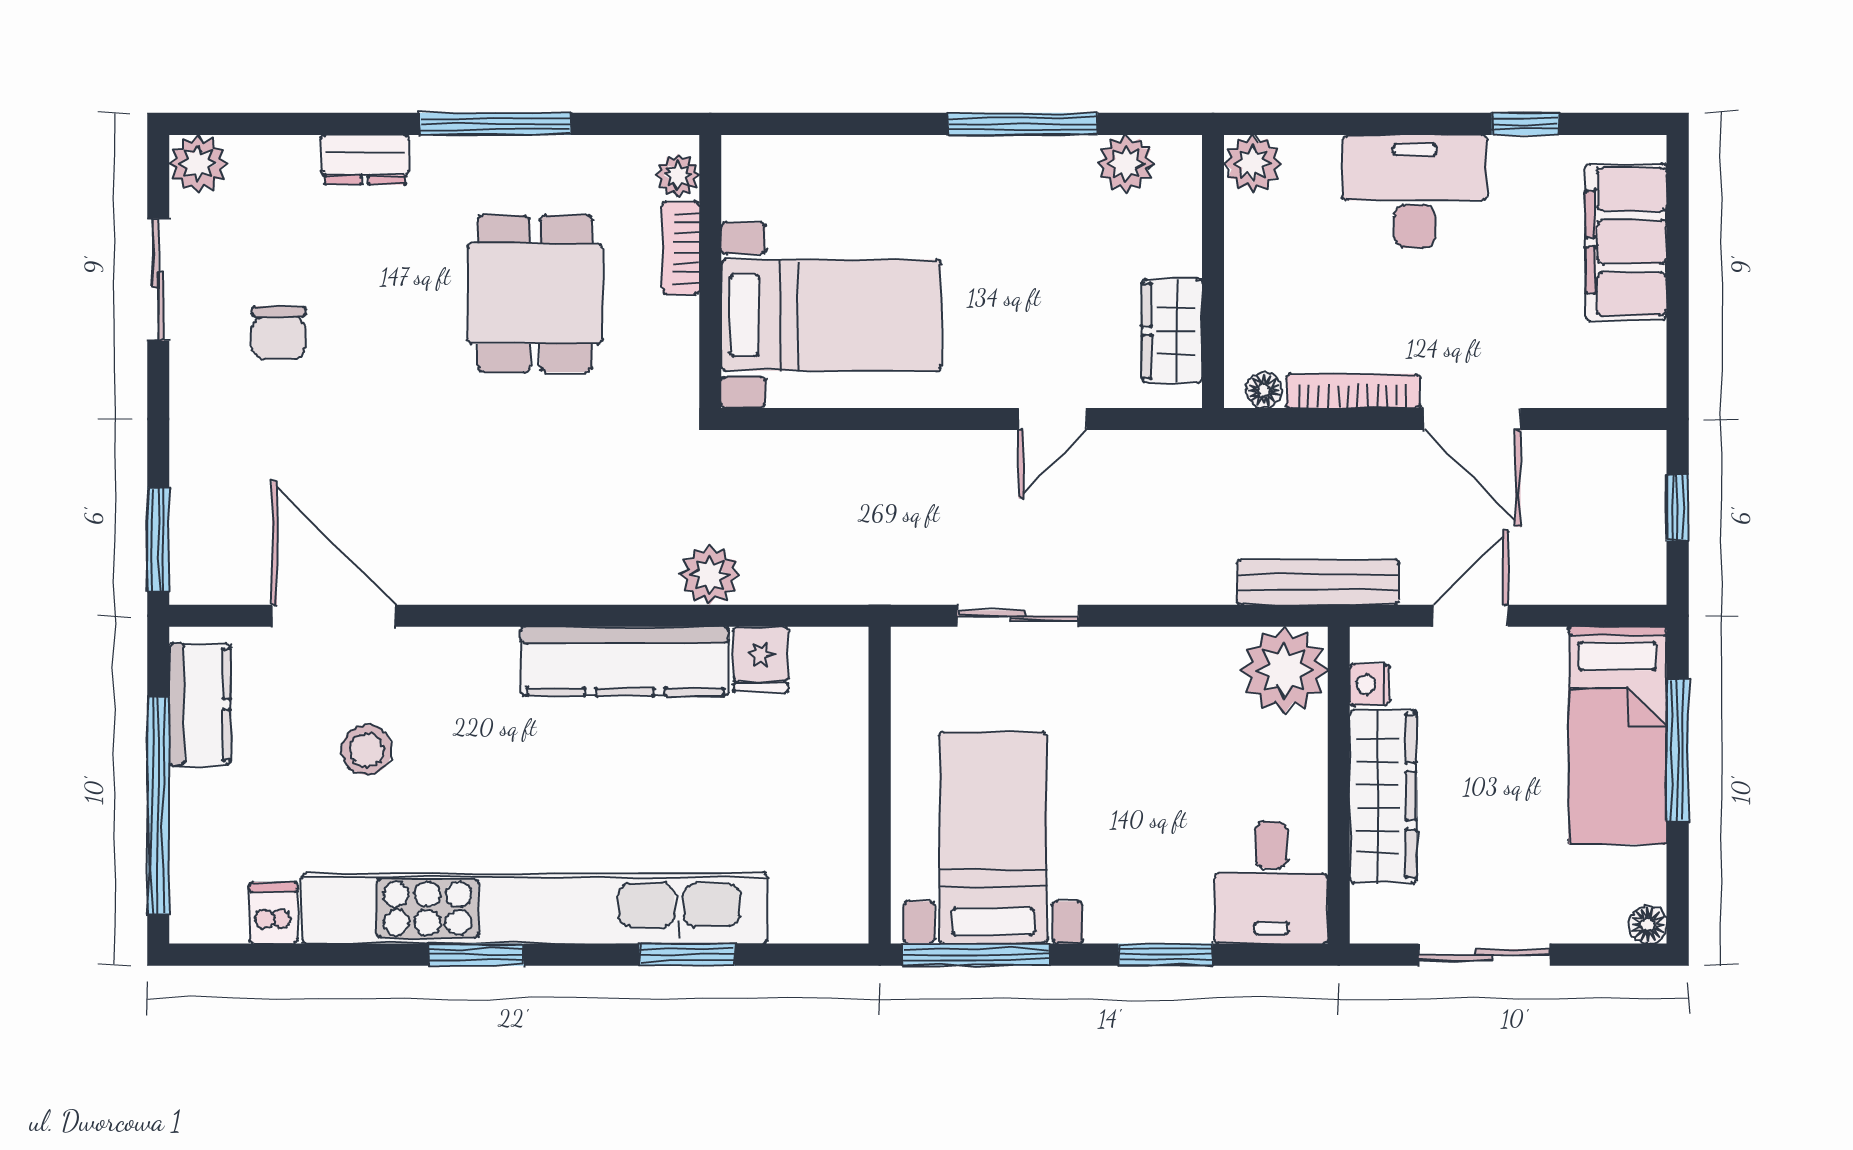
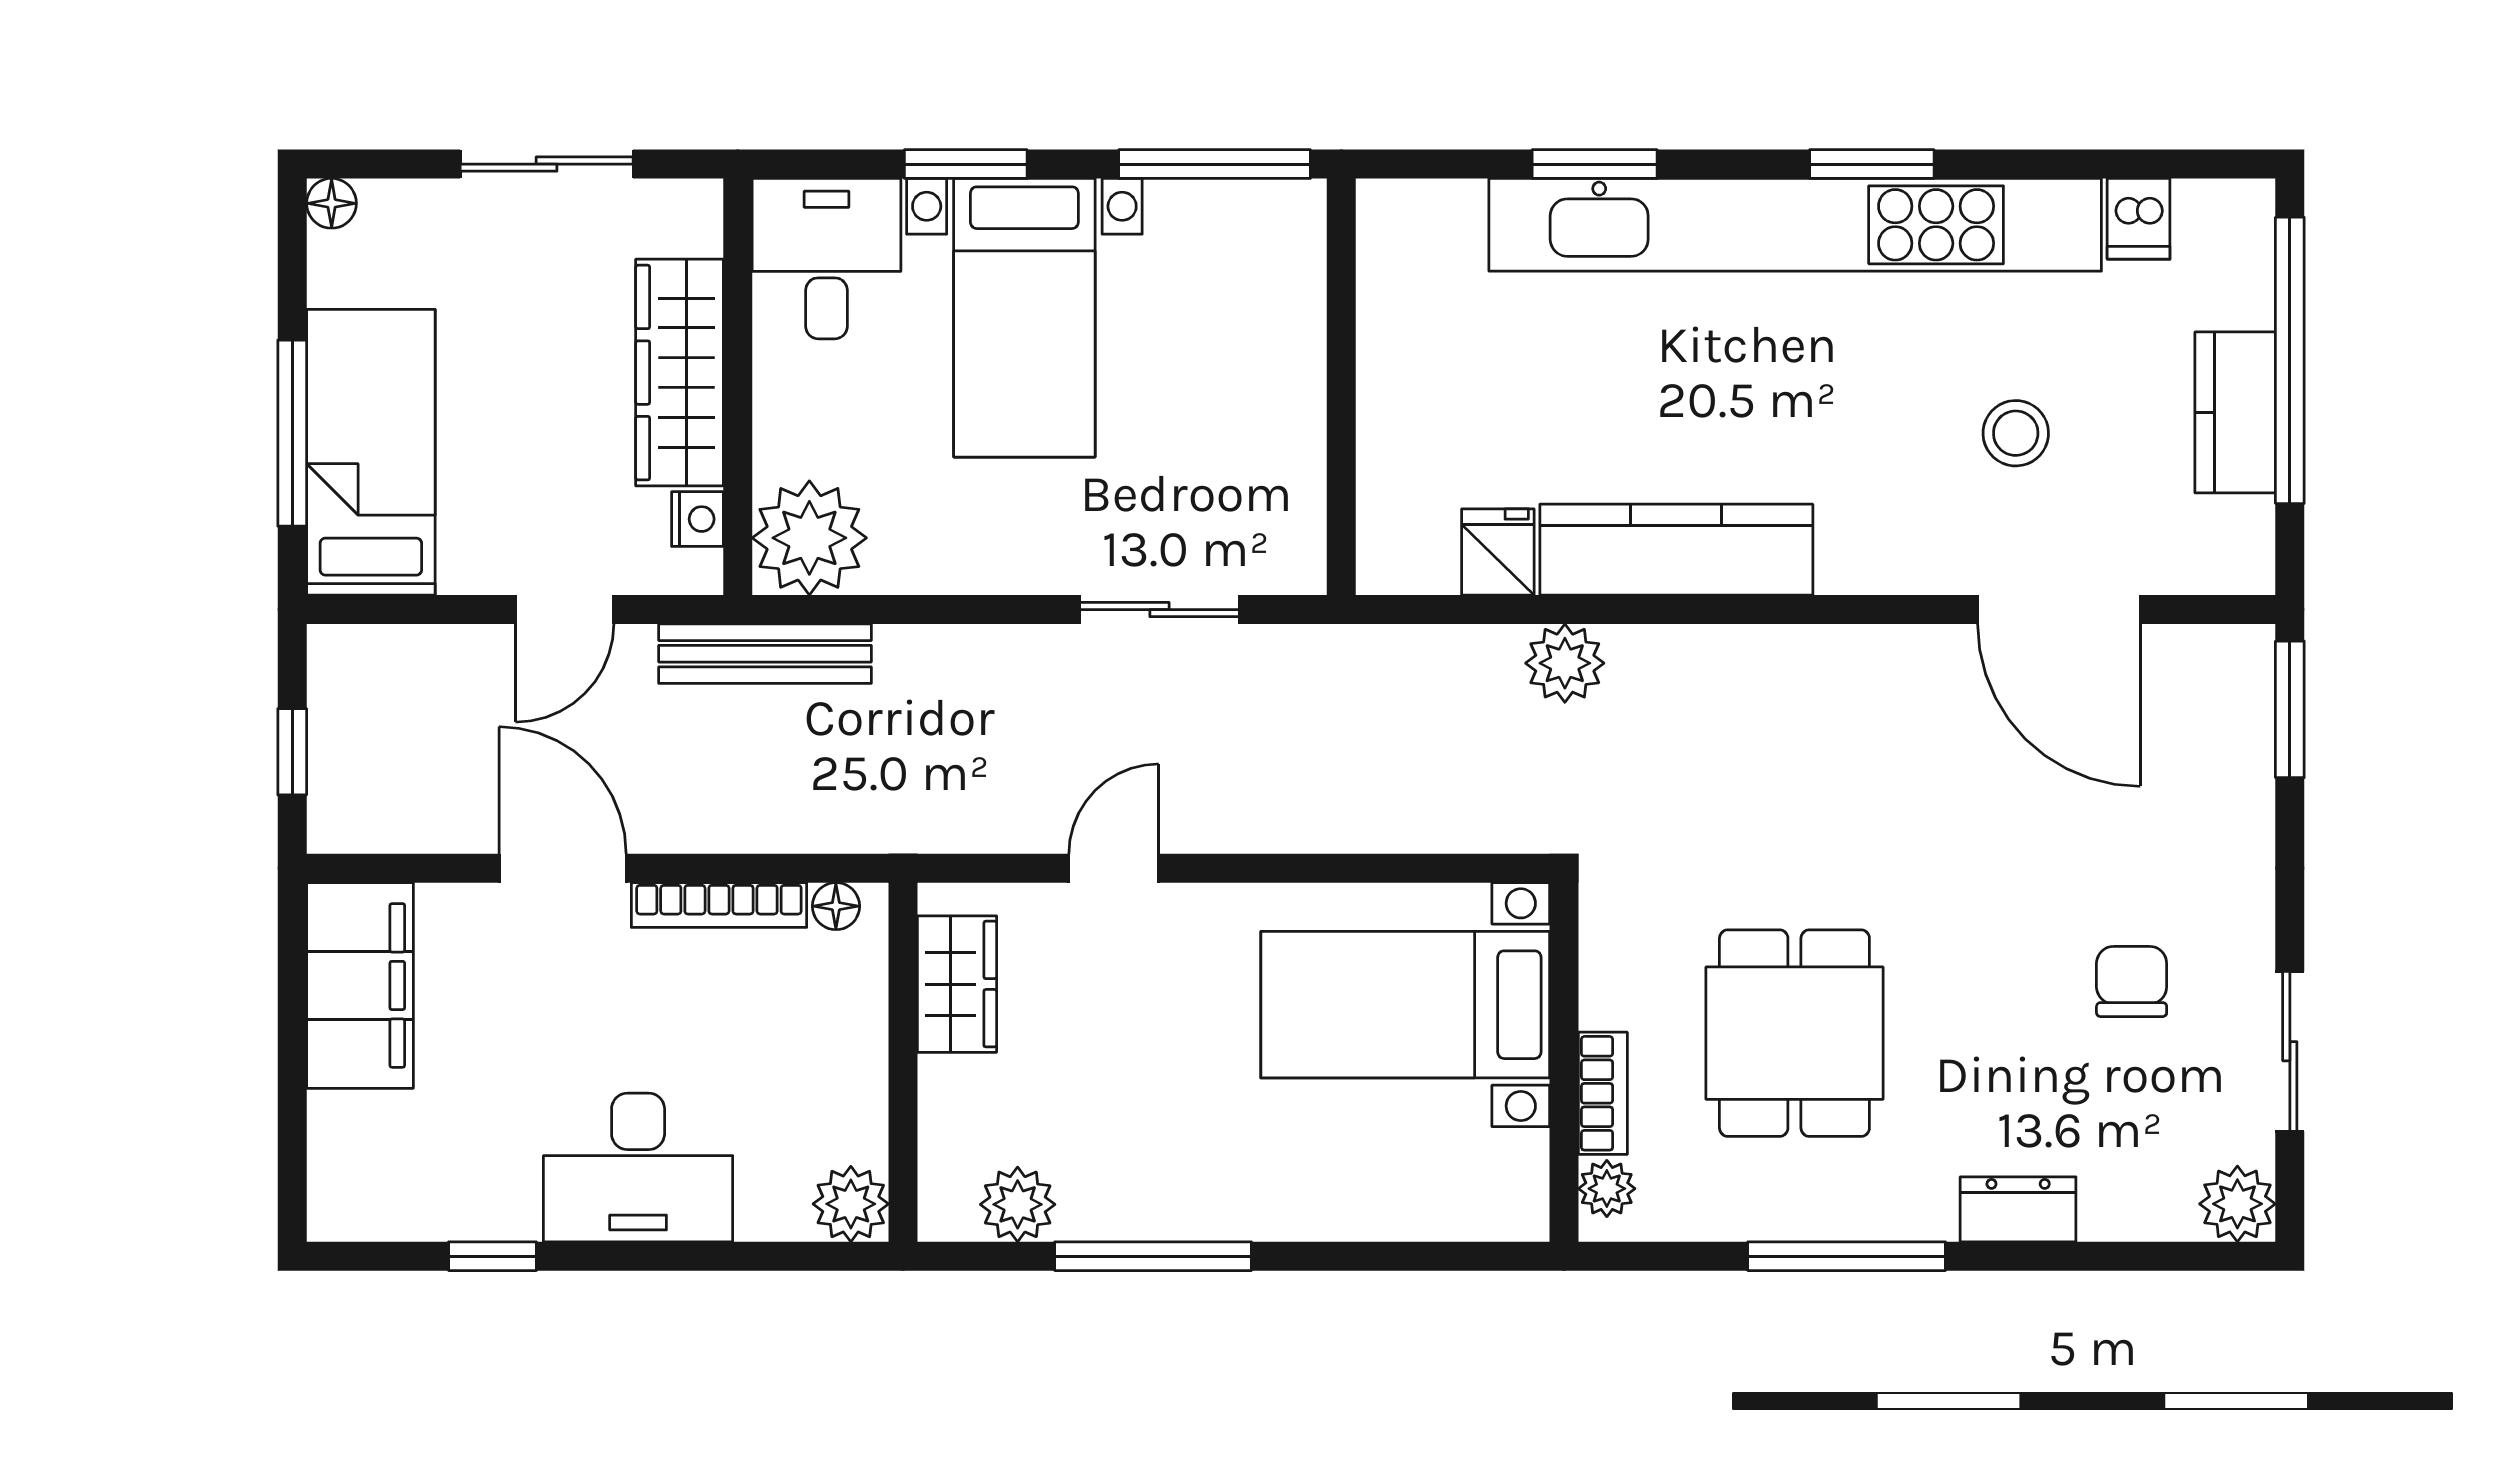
filing cabinet: (1626, 242) -> (360, 985), moved
kitchen counter: (200, 705) -> (2235, 412), moved
bed with nightstands: (993, 838) -> (1024, 318), moved

